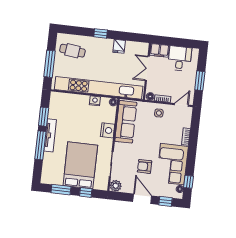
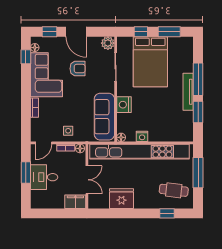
window: (101, 33) -> (167, 213), moved
fridge: (119, 46) -> (121, 199), width x1.88, depth x1.34
desk: (180, 58) -> (44, 177), moved, turned 90

